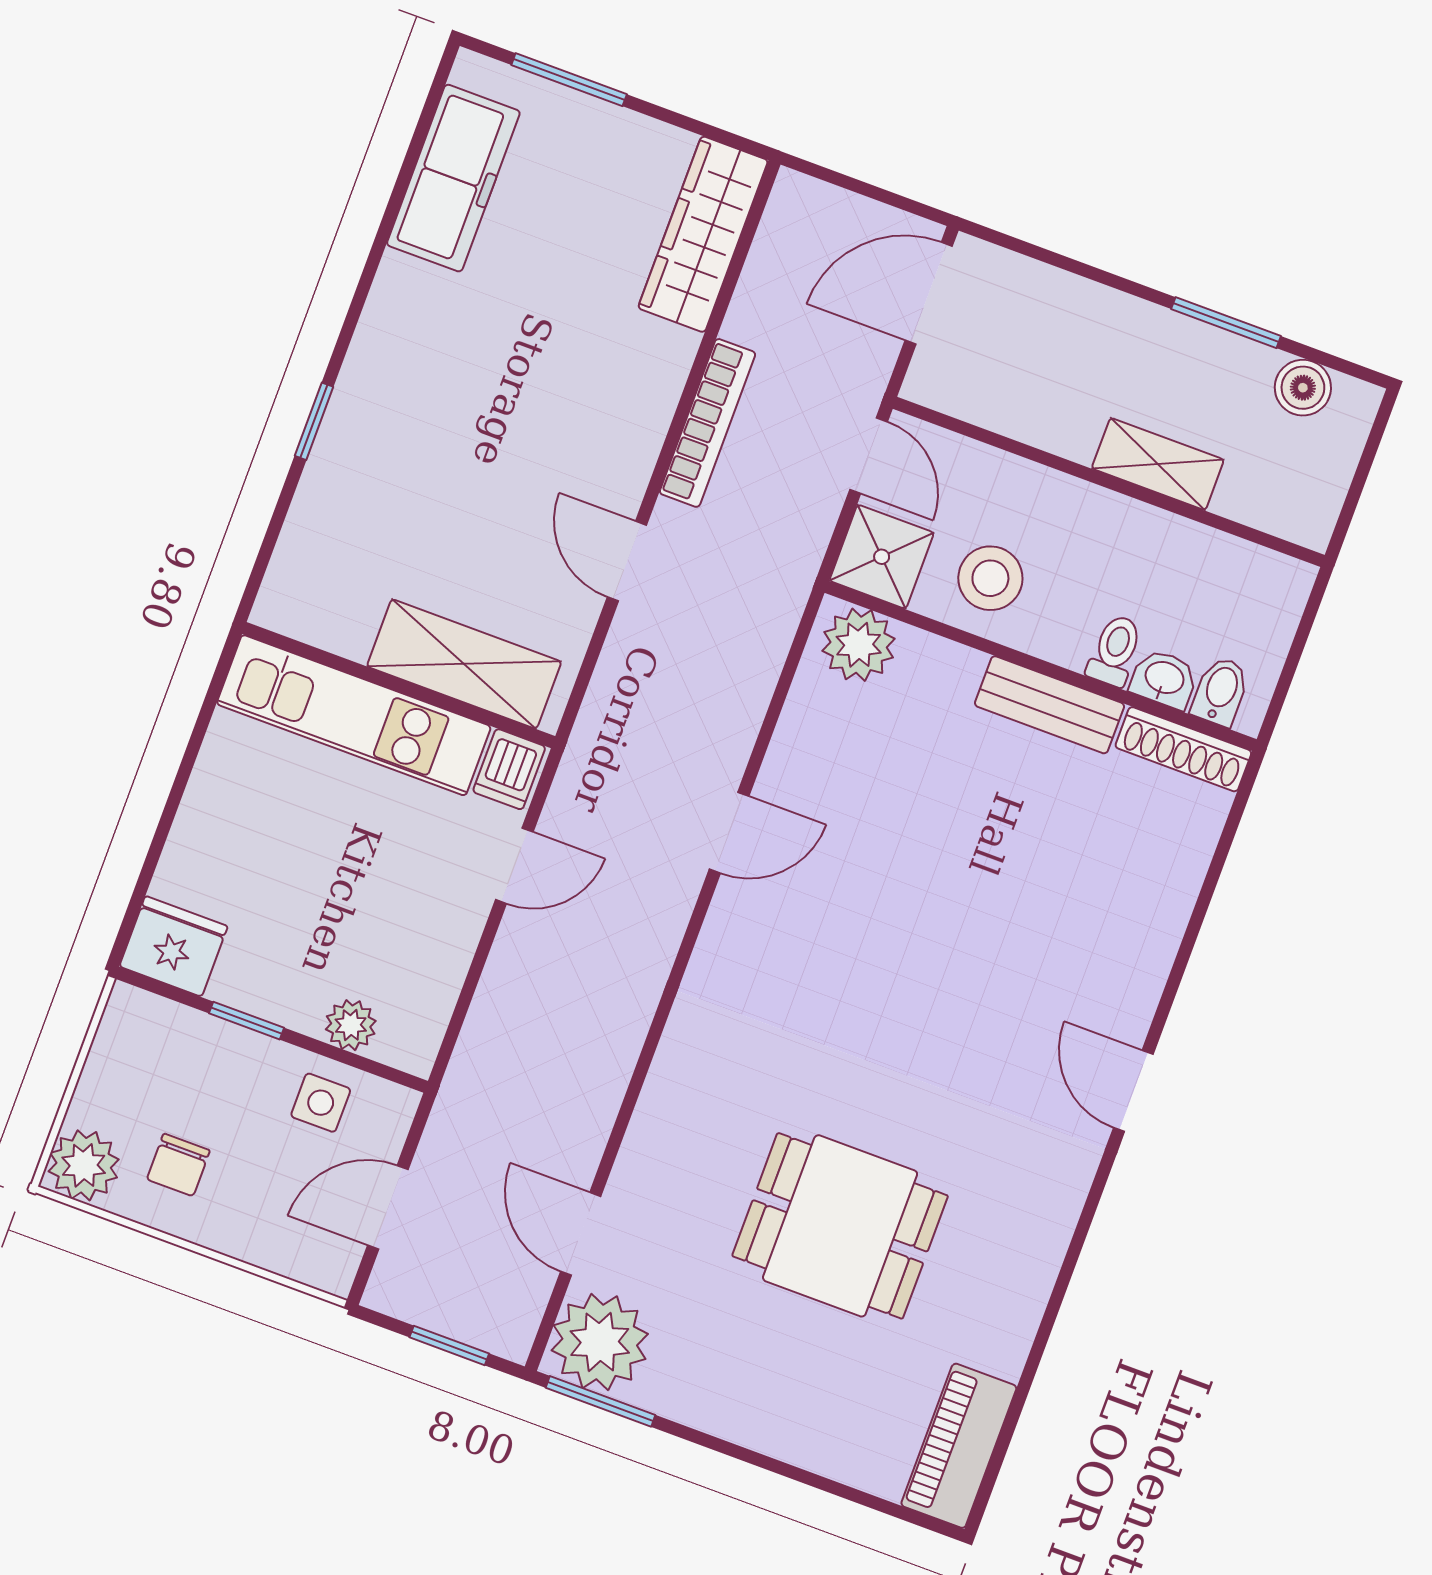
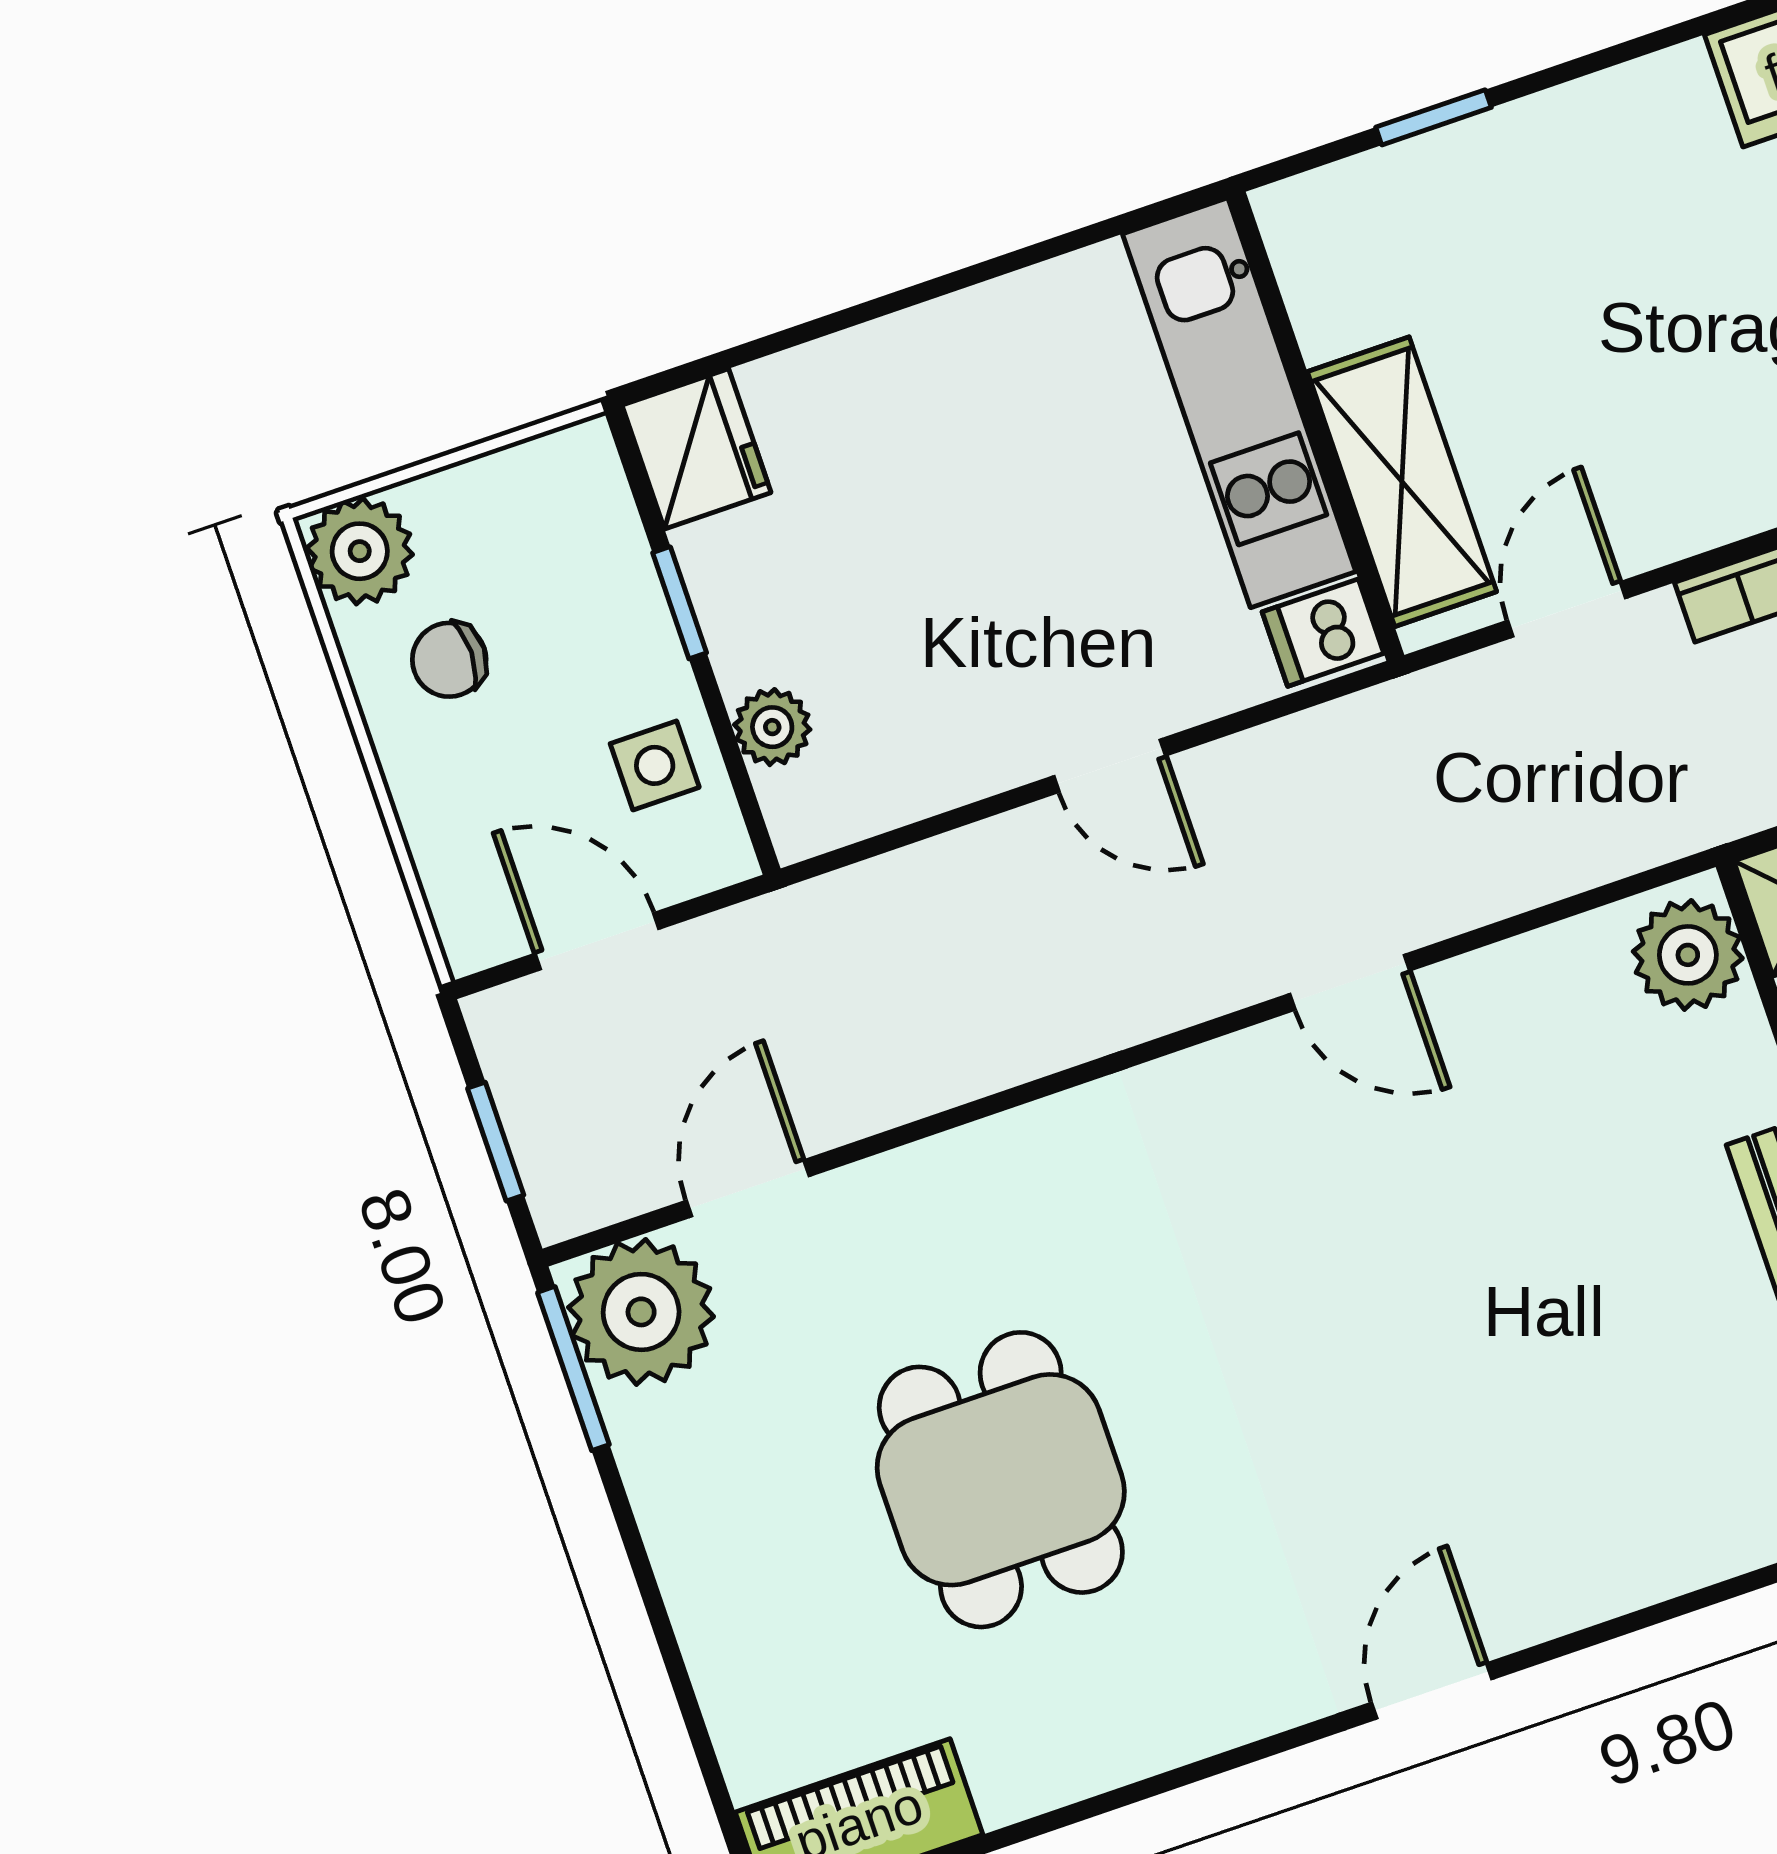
shelving: (464, 664) -> (1402, 482), moved
wall: (399, 685) -> (1316, 426), moved
kitchen unit: (354, 715) -> (1239, 403), moved
dishwasher: (509, 769) -> (1323, 633), moved

